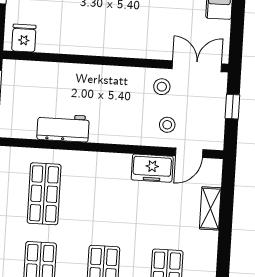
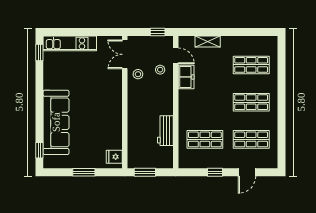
window: (232, 107) -> (158, 32), moved

